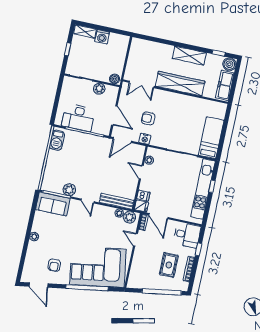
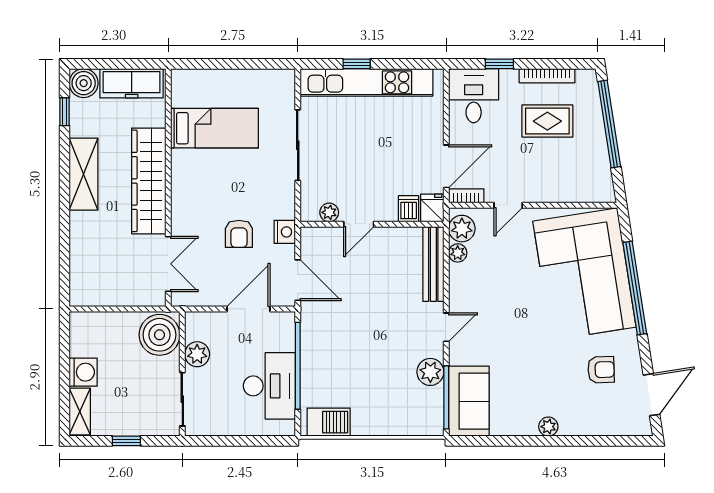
boiler: (115, 79) -> (160, 335), width x1.86, depth x1.86
bed: (211, 138) -> (214, 128), moved, turned 180

